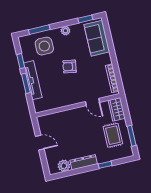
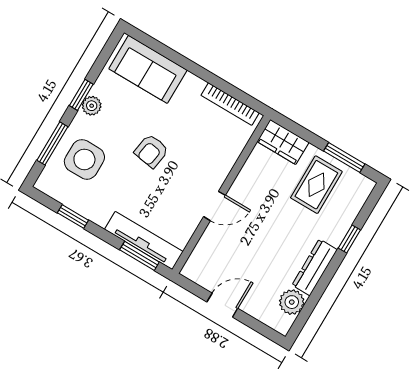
window: (85, 19) -> (81, 95), moved
tv unit: (33, 80) -> (144, 241), moved
window: (26, 83) -> (139, 256), moved
door: (92, 102) -> (214, 206), moved
rug: (113, 135) -> (316, 185), turned 90

